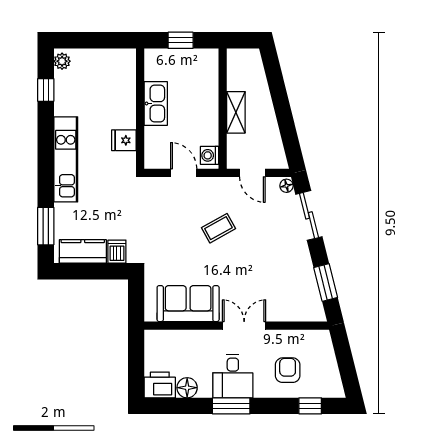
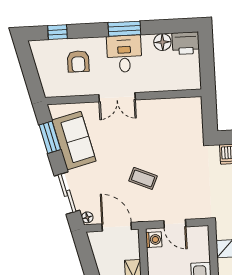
door: (252, 173) -> (117, 227), width x1.37
coffee table: (218, 228) -> (143, 178), turned 52
sofa: (188, 304) -> (74, 141), moved, turned -104

